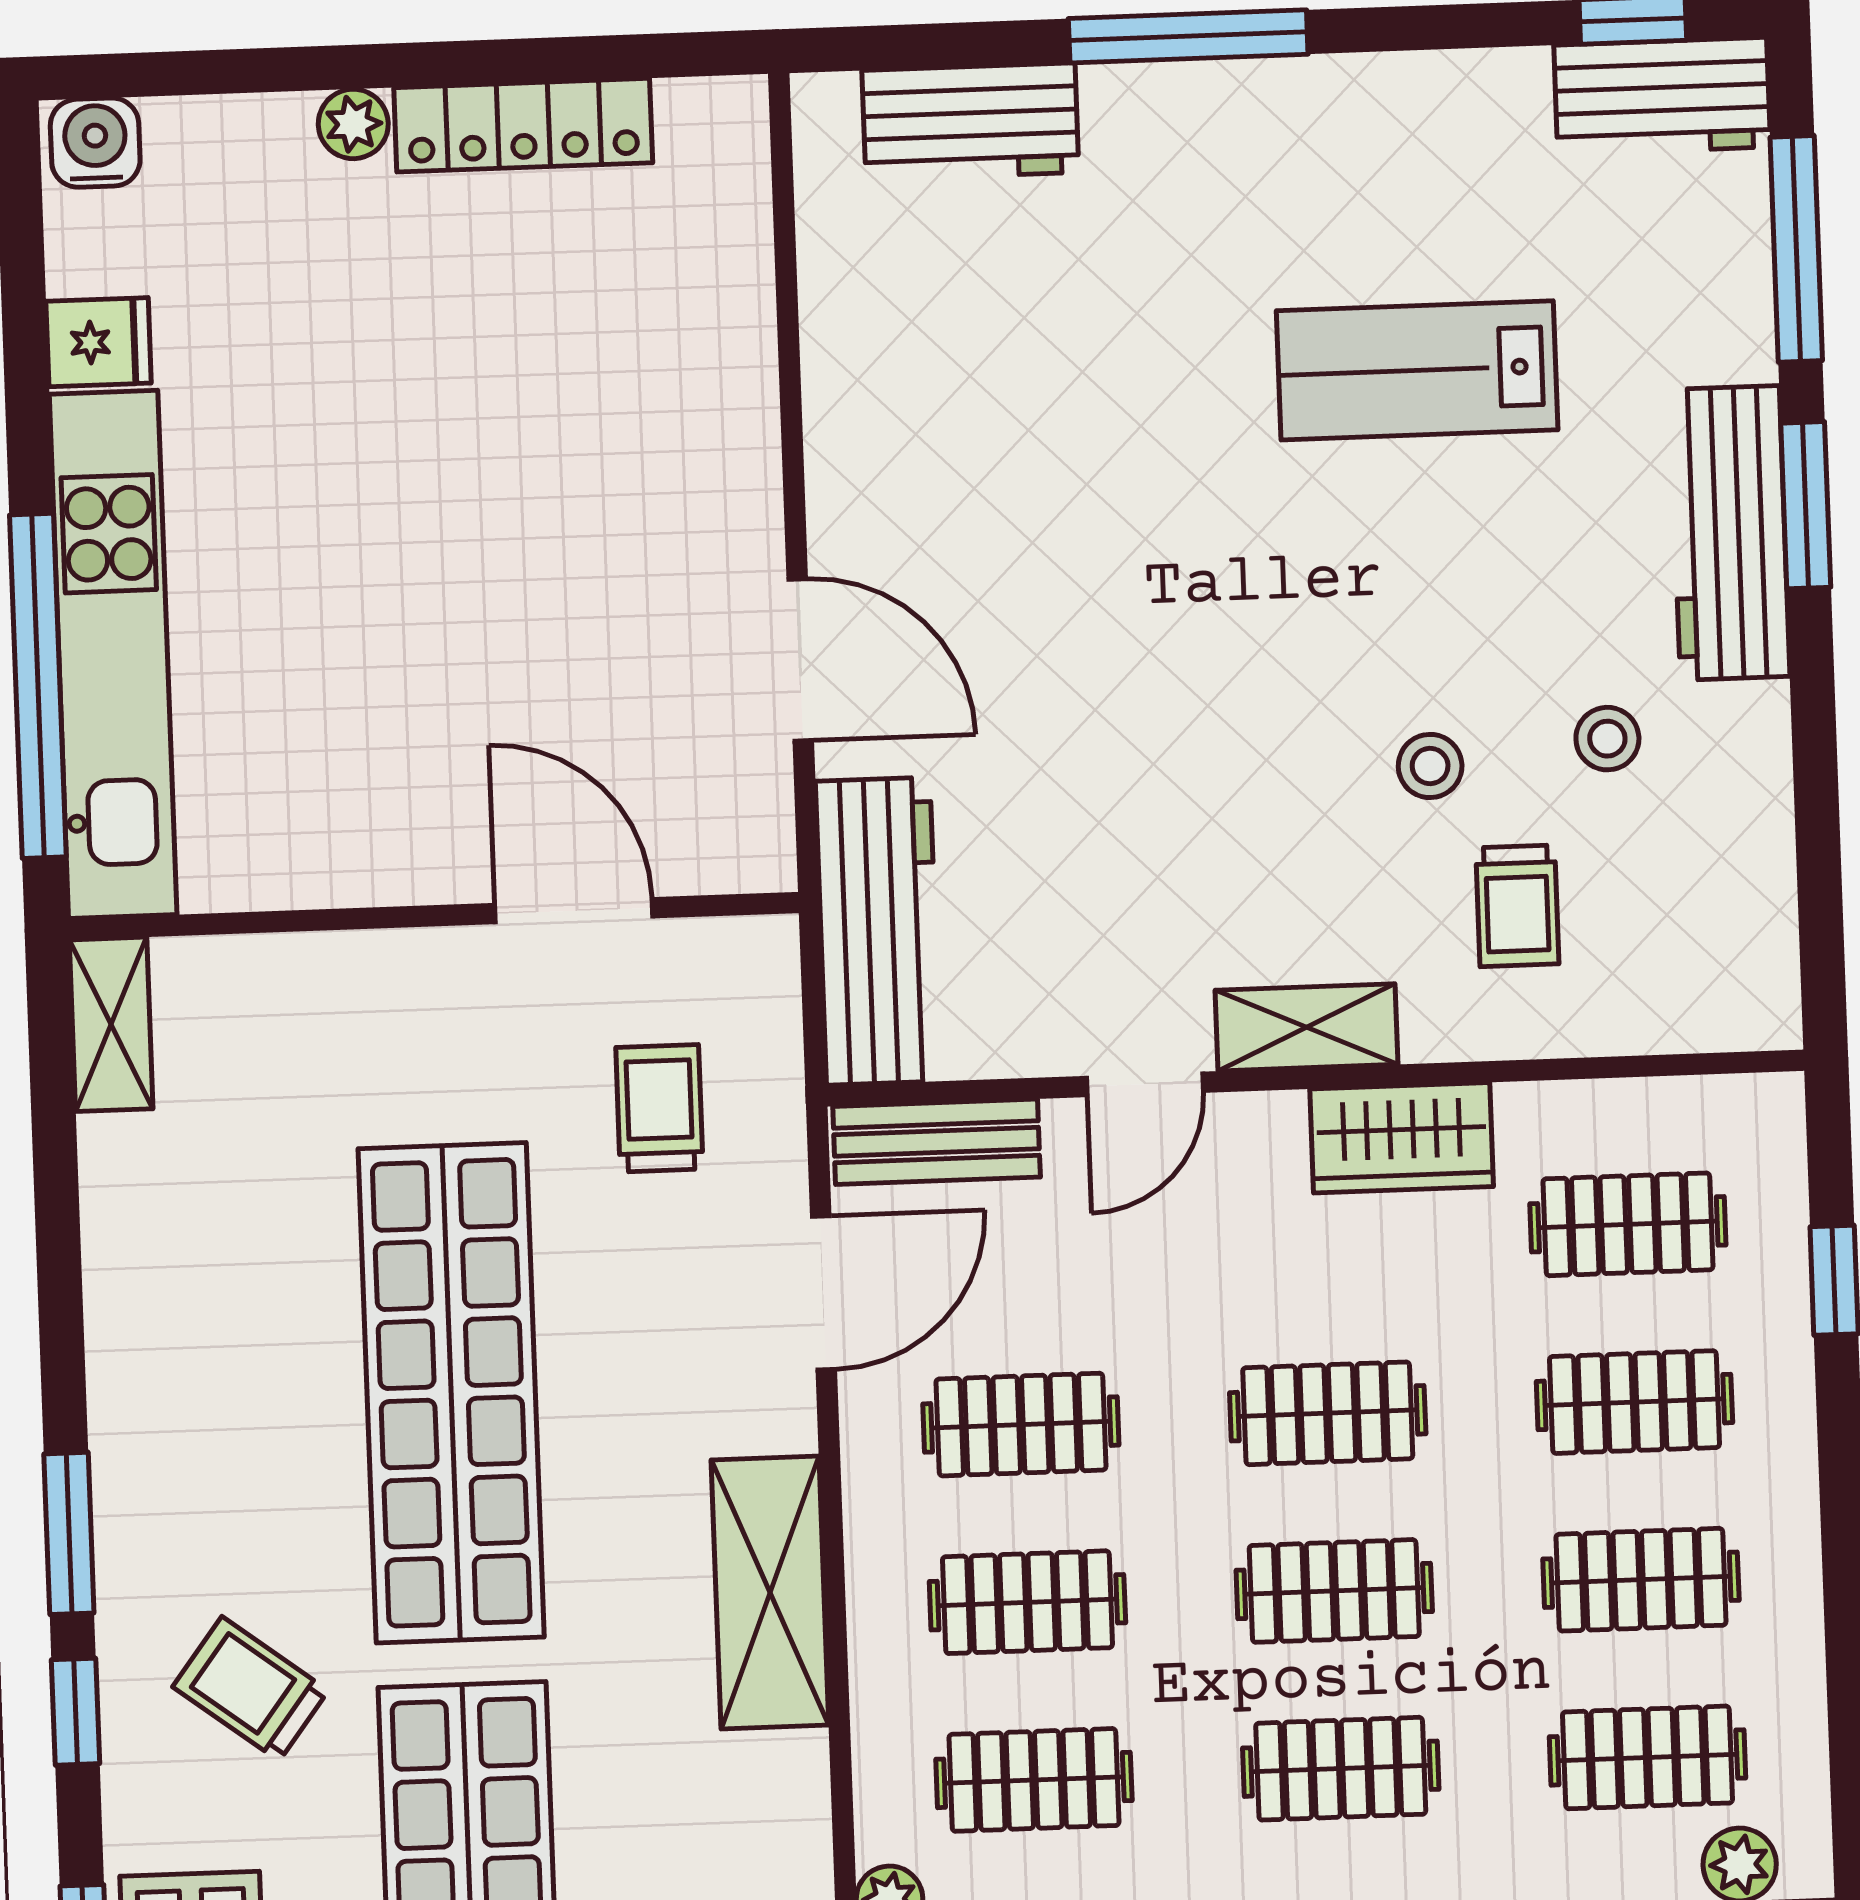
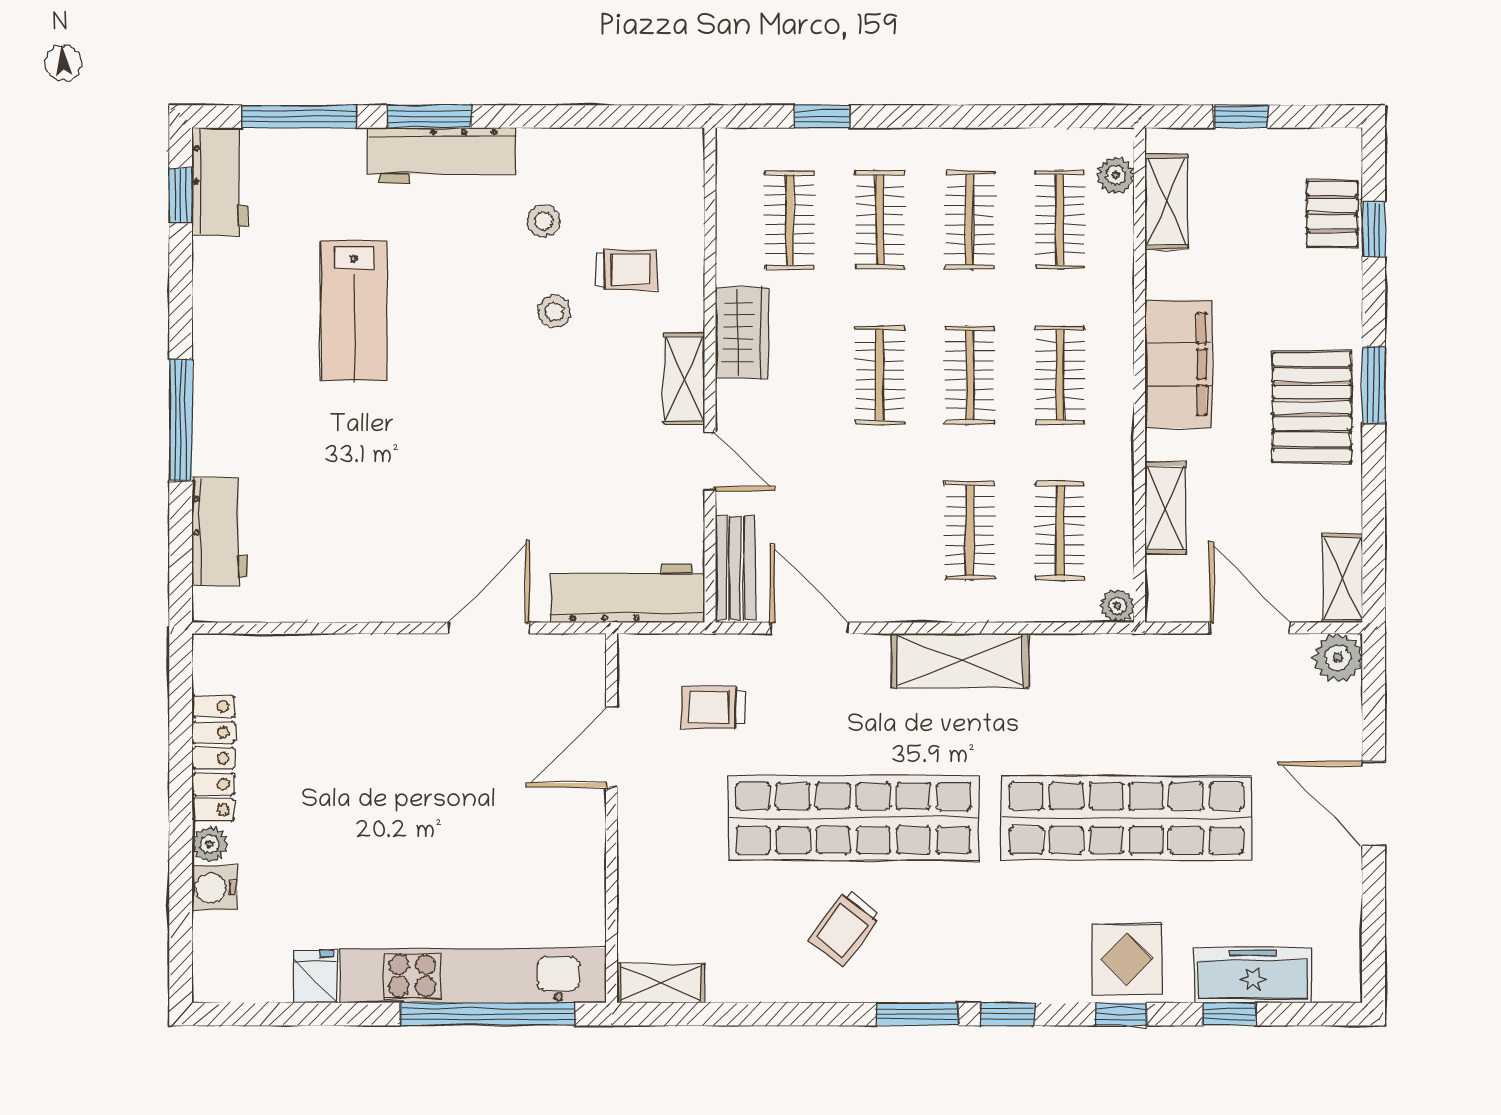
water cooler: (95, 143) -> (214, 888), moved
clothes rail: (1021, 1425) -> (880, 531), removed
trolley: (251, 1689) -> (845, 927), moved

